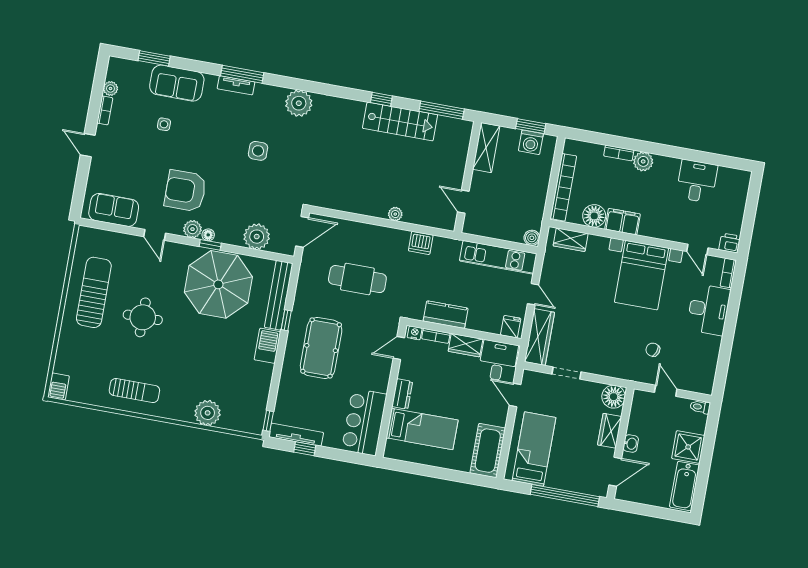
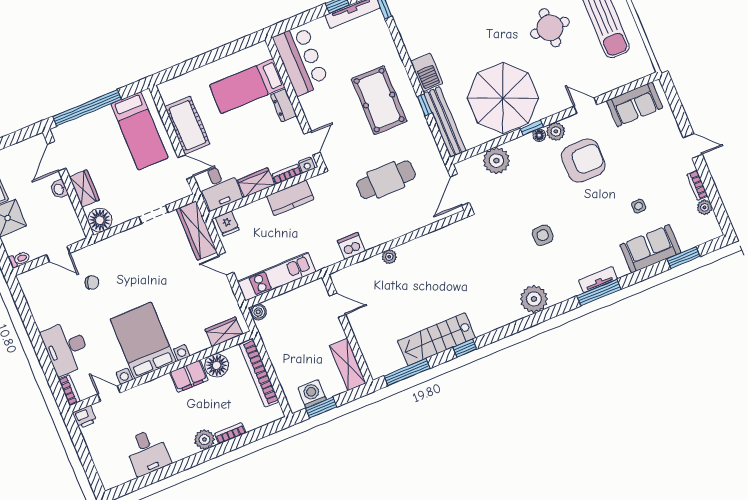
cot: (488, 451) -> (187, 125), moved

